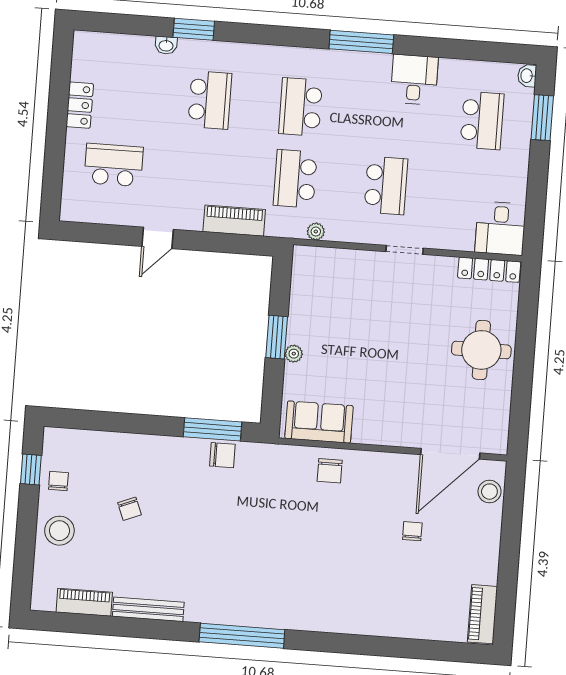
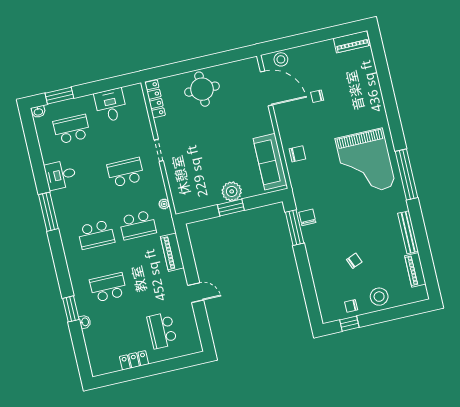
desk: (500, 228) -> (111, 105), moved, turned -90
plant: (294, 354) -> (232, 191), width x1.87, depth x1.87
sofa: (319, 422) -> (270, 162), width x1.36
grand piano: (282, 576) -> (365, 163), added

